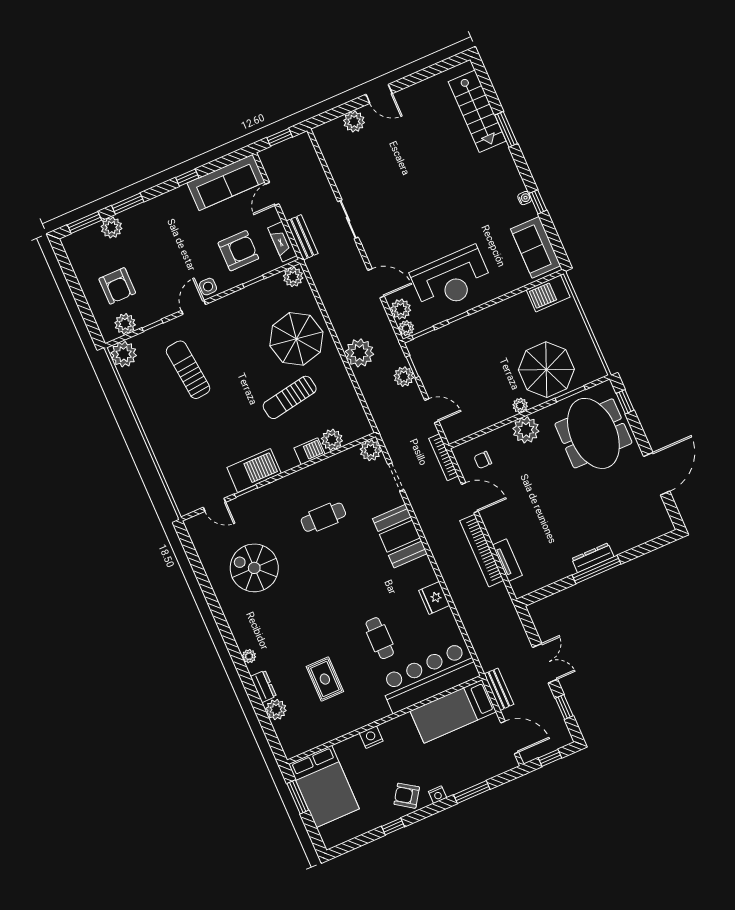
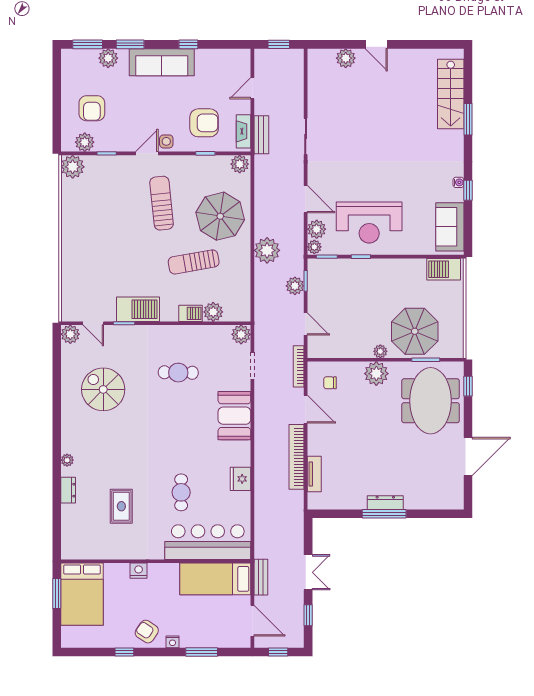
sofa: (226, 182) -> (162, 62), moved
sun lounger: (188, 370) -> (162, 203), moved
plant: (276, 710) -> (70, 334), moved

